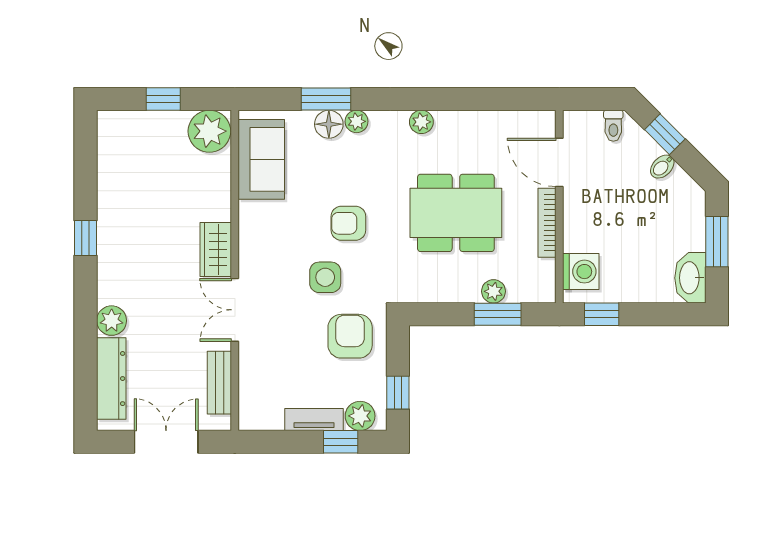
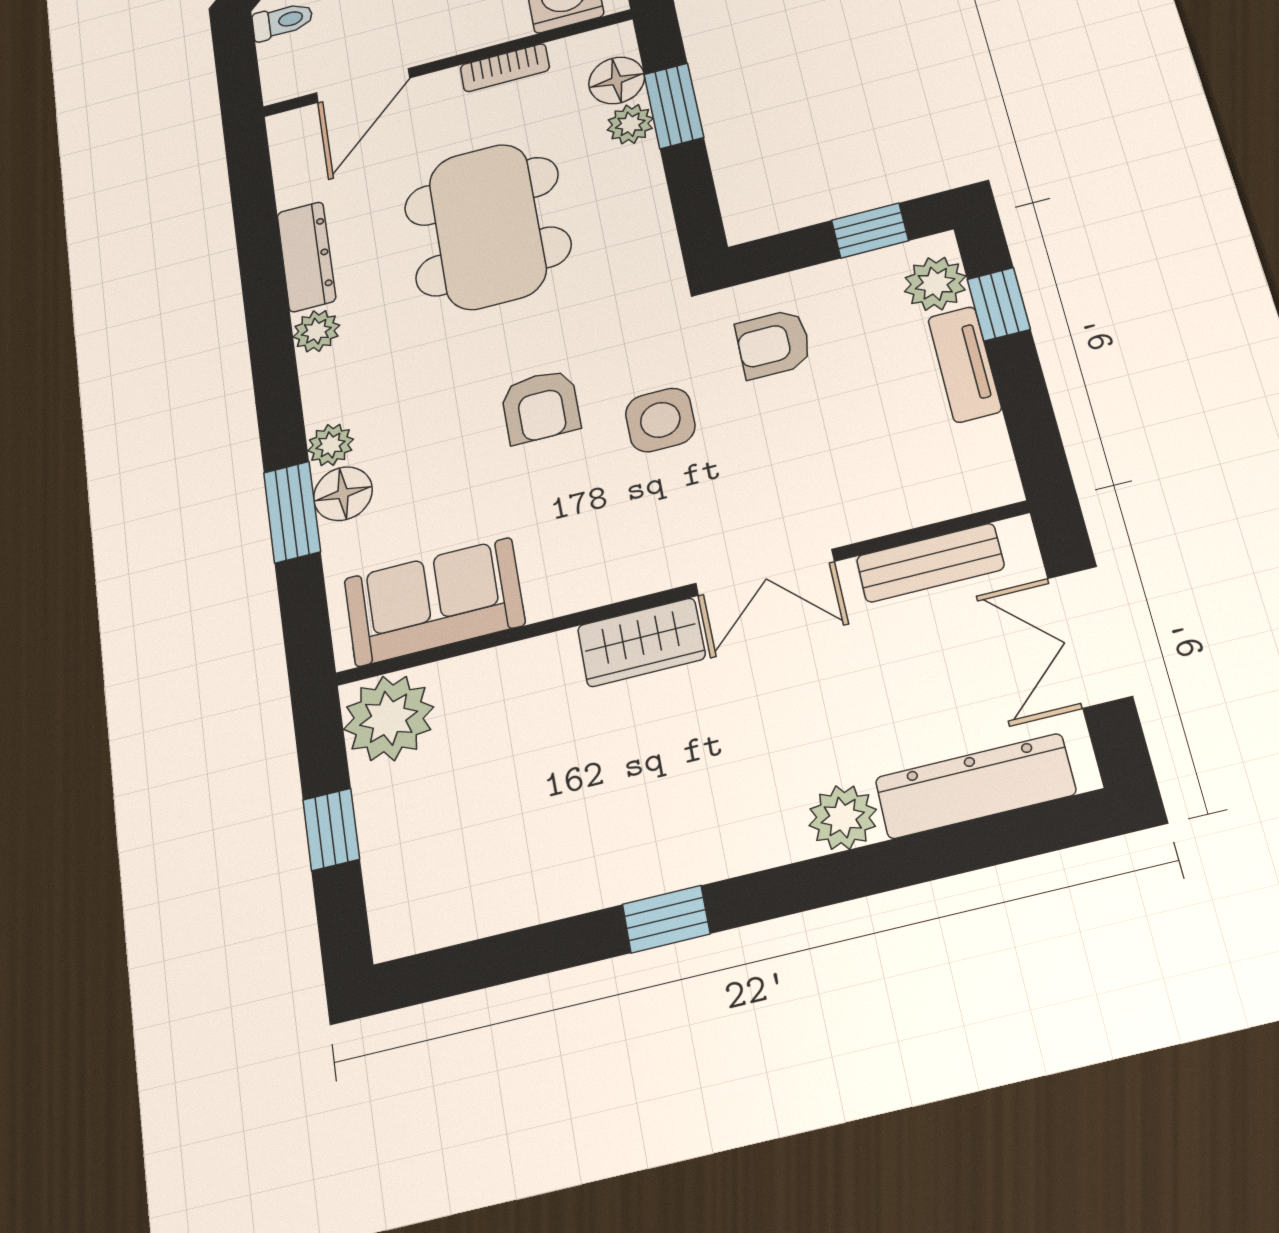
dresser: (466, 122) -> (306, 257), added
bookcase: (547, 223) -> (505, 68), width x0.64
floor lamp: (522, 289) -> (617, 80), added
armchair: (350, 336) -> (773, 344), width x0.72, depth x0.72

